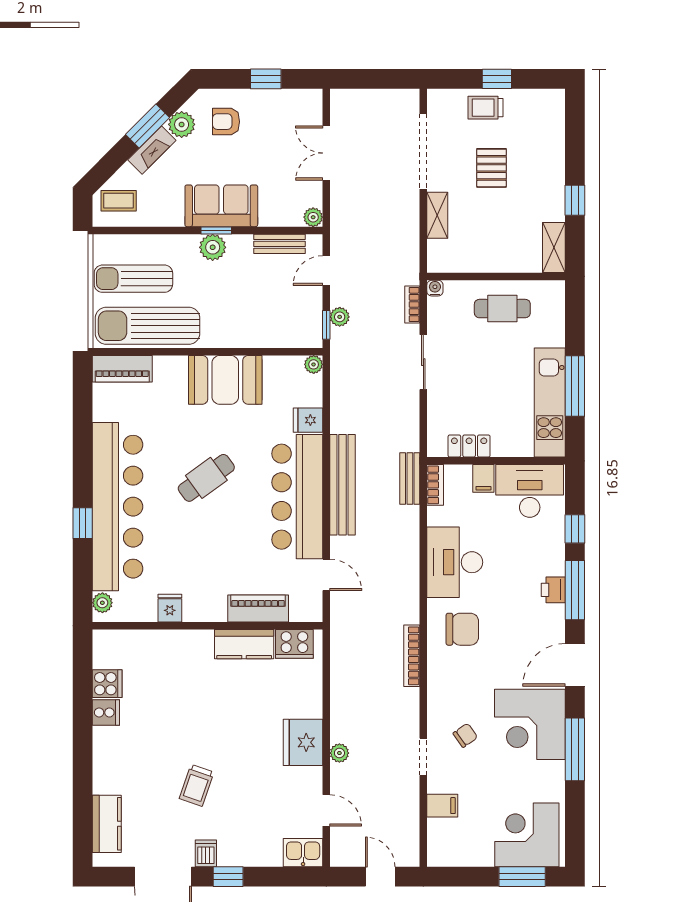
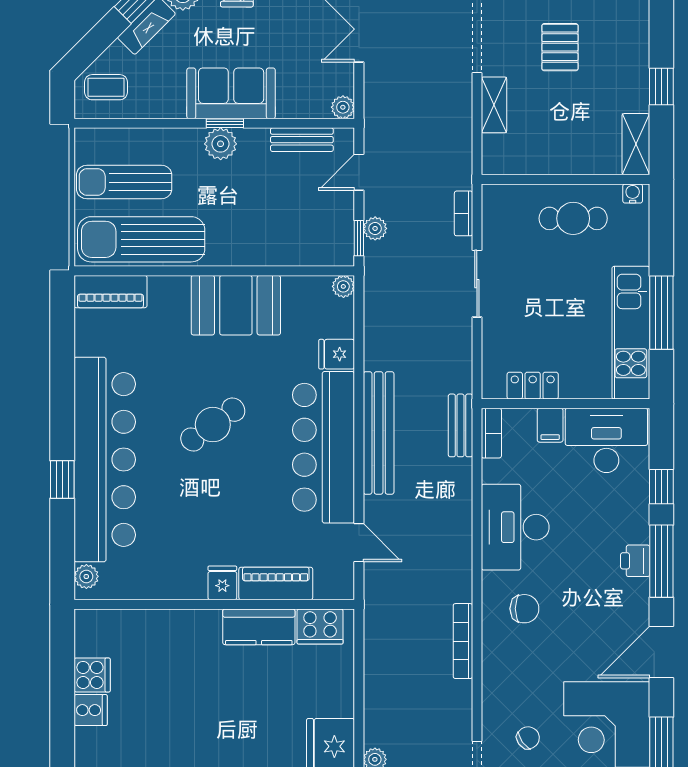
water cooler: (435, 288) -> (633, 193), moved
fridge: (170, 608) -> (222, 583), moved
chair: (462, 629) -> (524, 609), width x0.73, depth x0.73

